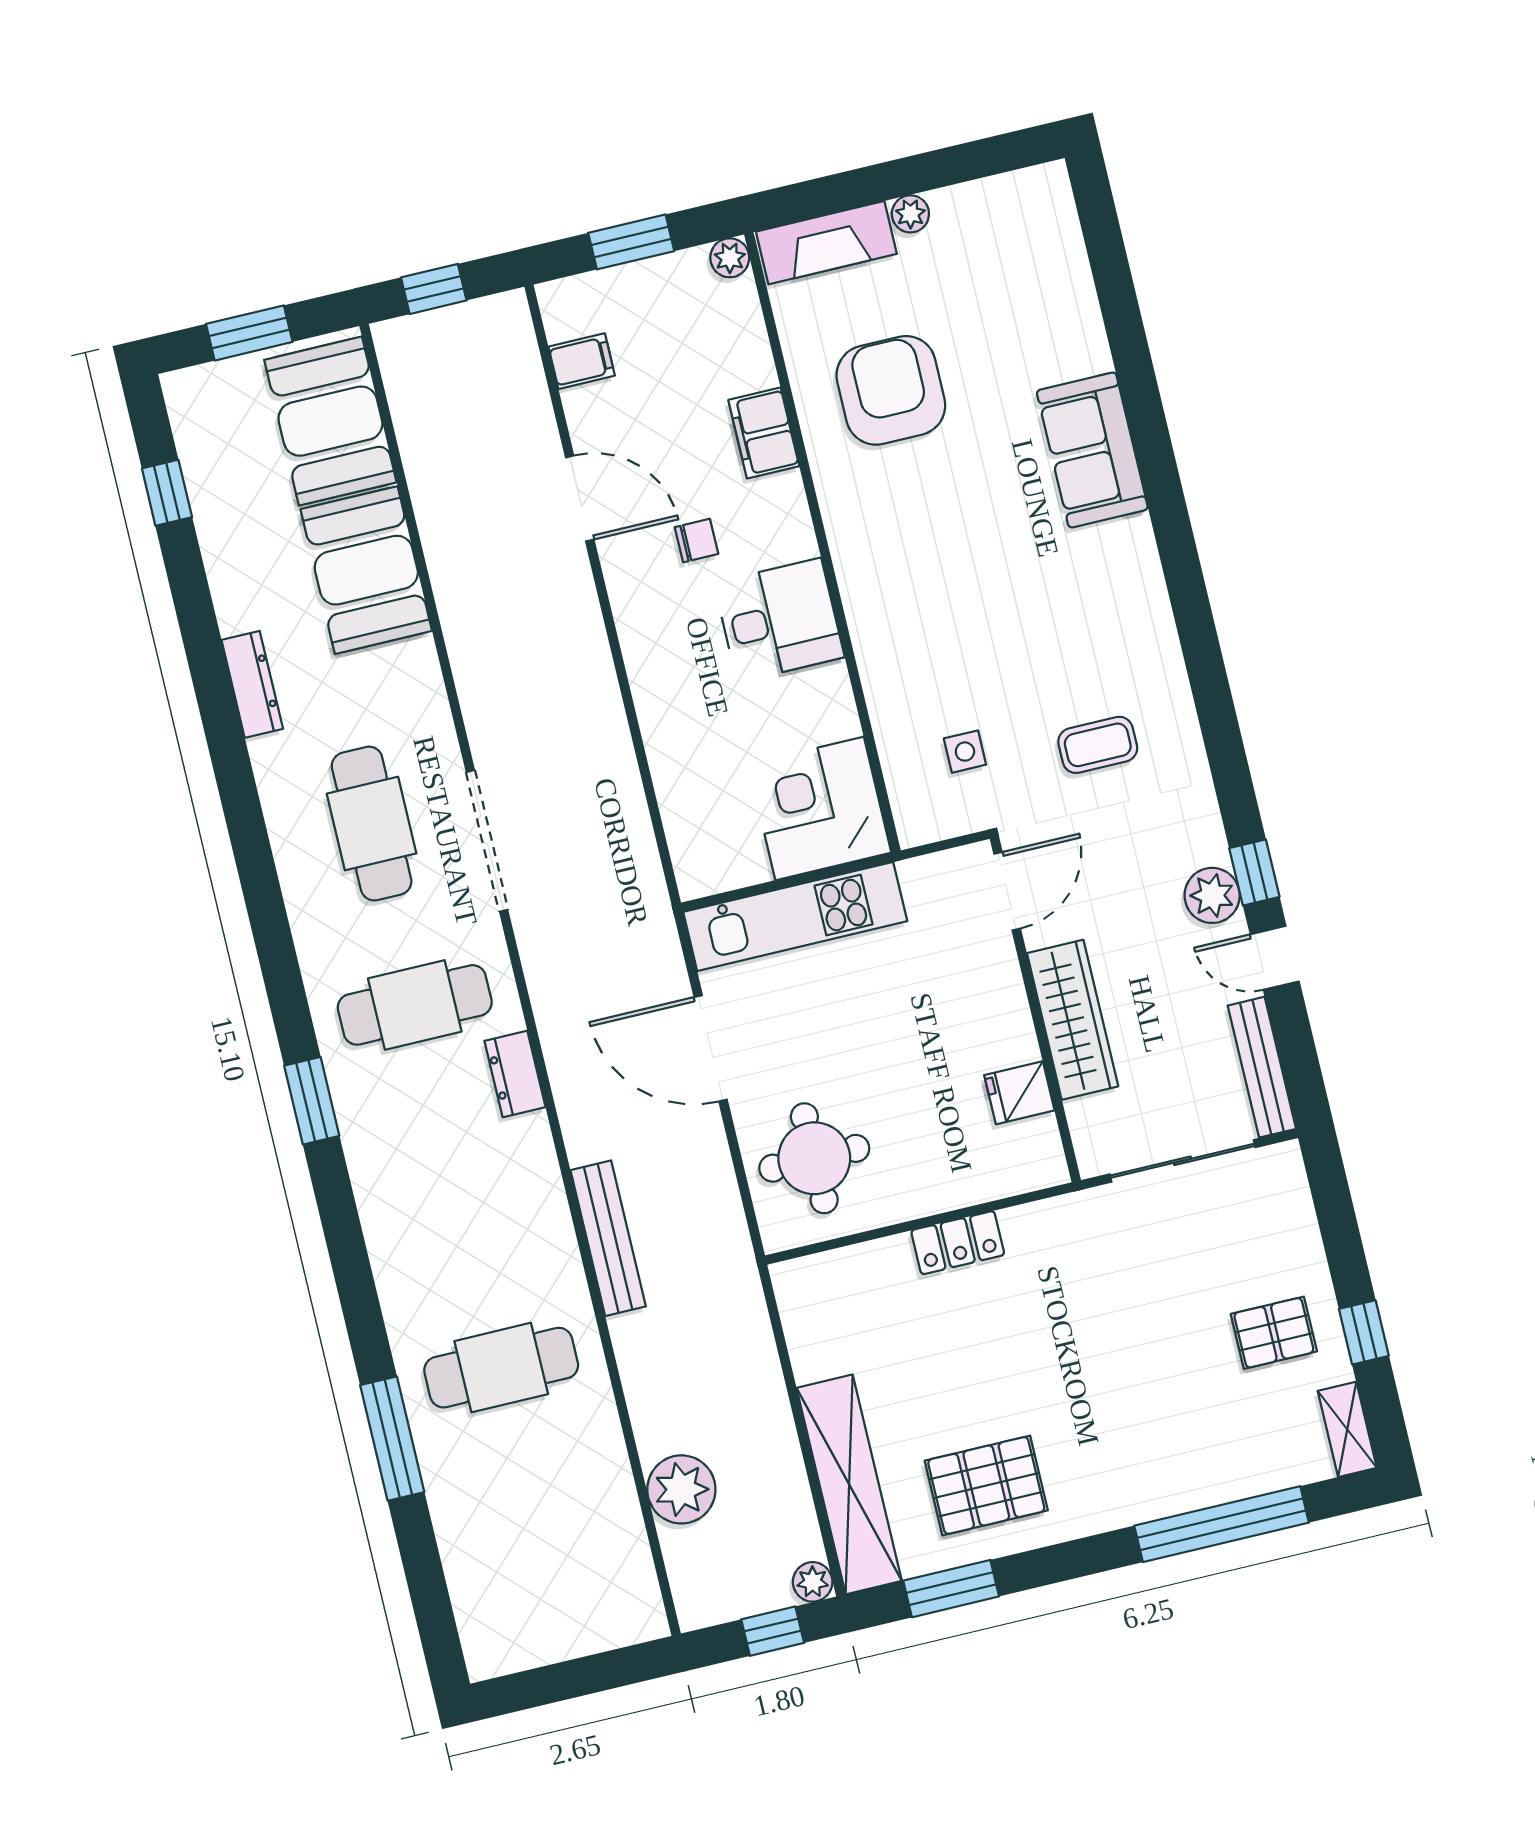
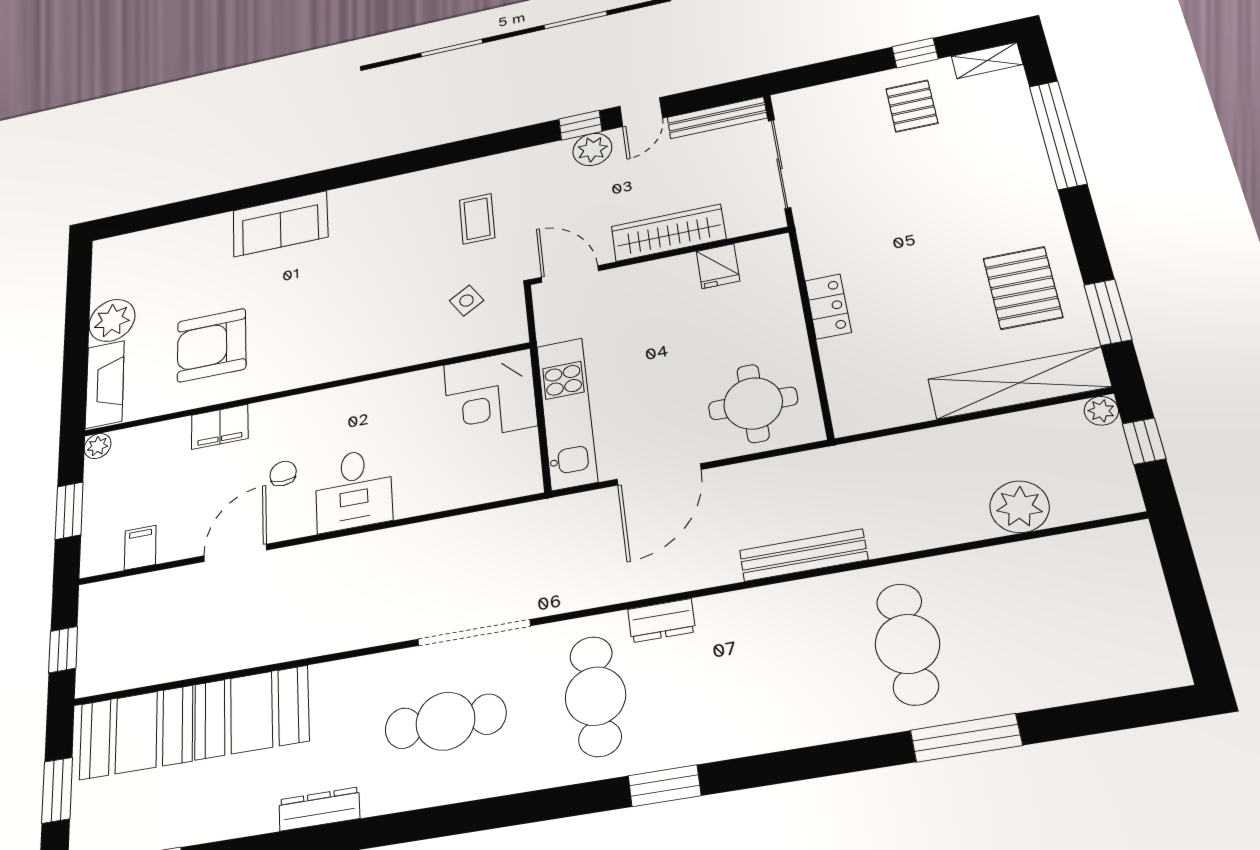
plant: (910, 214) -> (112, 320), width x1.88, depth x1.88
desk: (779, 620) -> (354, 490), moved, turned 180
side table: (965, 752) -> (466, 301), turned -32

